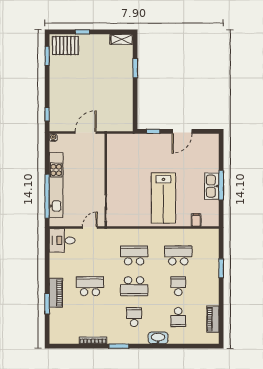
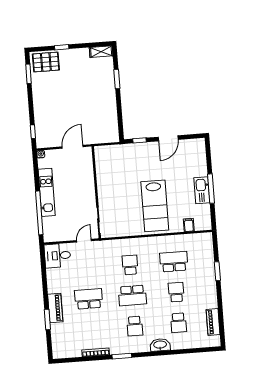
kitchen unit: (56, 185) -> (47, 192), width x0.73
school desk: (134, 255) -> (130, 265), width x0.54
school desk: (134, 317) -> (135, 326), turned 180

